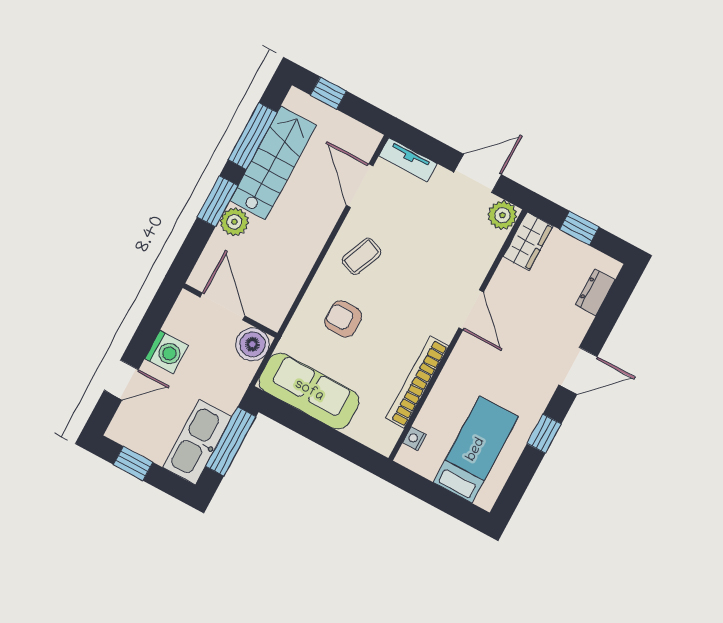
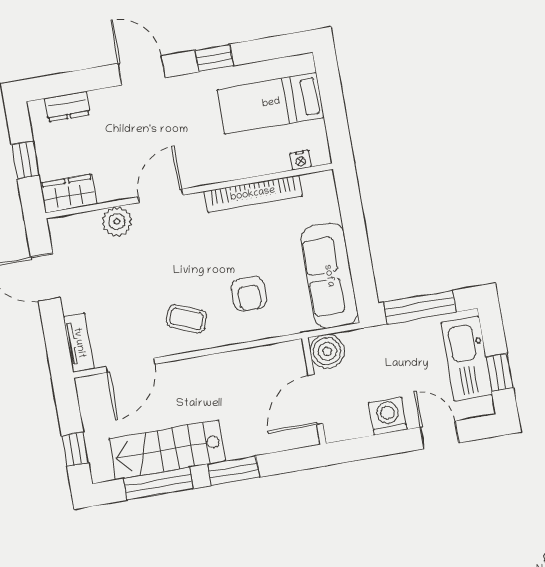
plant: (502, 215) -> (117, 221), moved
plant: (234, 222) -> (239, 444), removed
kitchen sink: (197, 442) -> (467, 359), moved, turned 90

